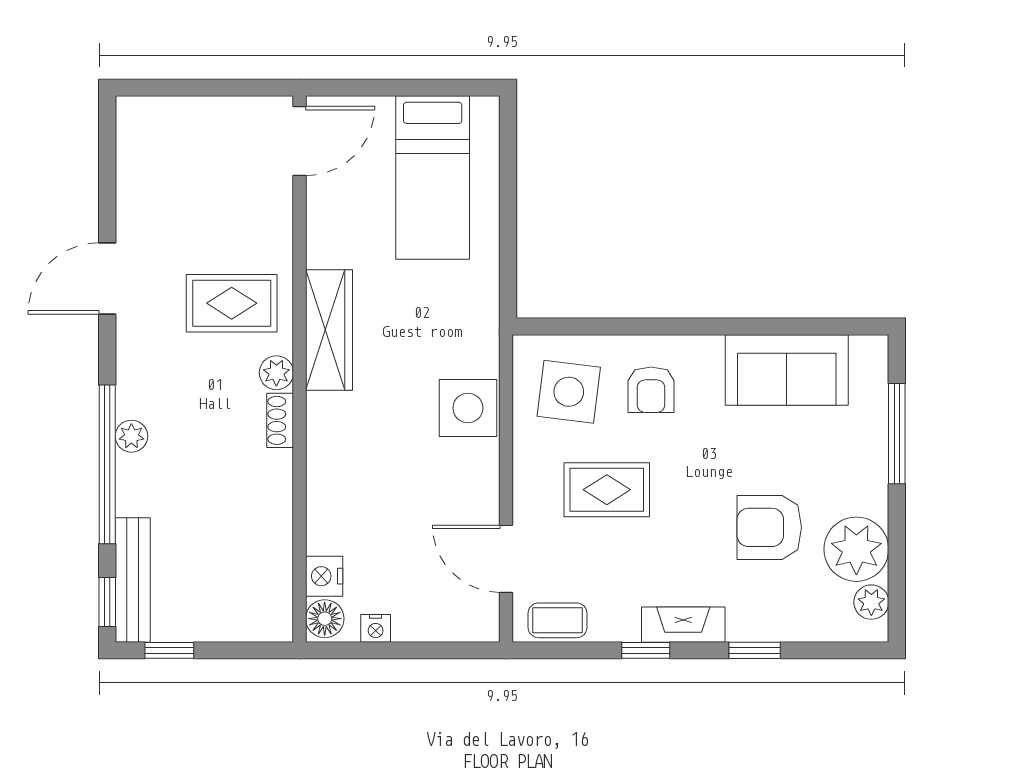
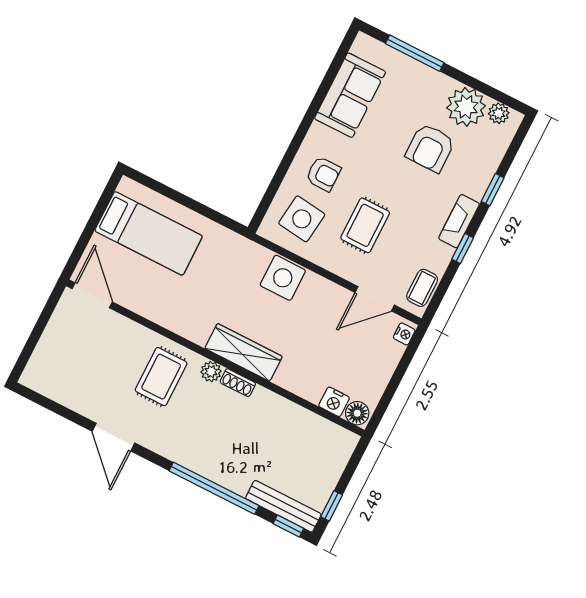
wardrobe: (329, 330) -> (244, 352), moved
plant: (131, 436) -> (205, 467), removed
nightstand: (376, 628) -> (404, 334), moved

